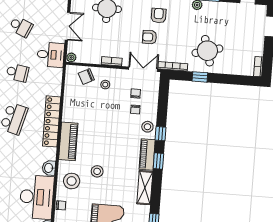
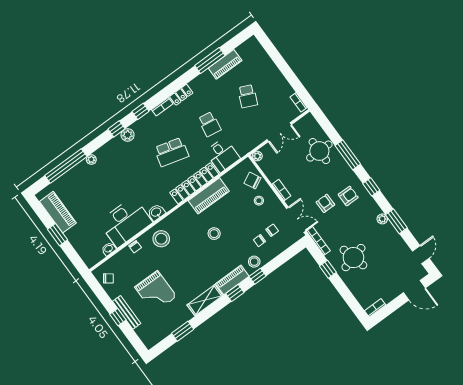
desk: (51, 55) -> (222, 155), moved
piano: (68, 141) -> (209, 196), moved
stool: (97, 171) -> (214, 234), moved

